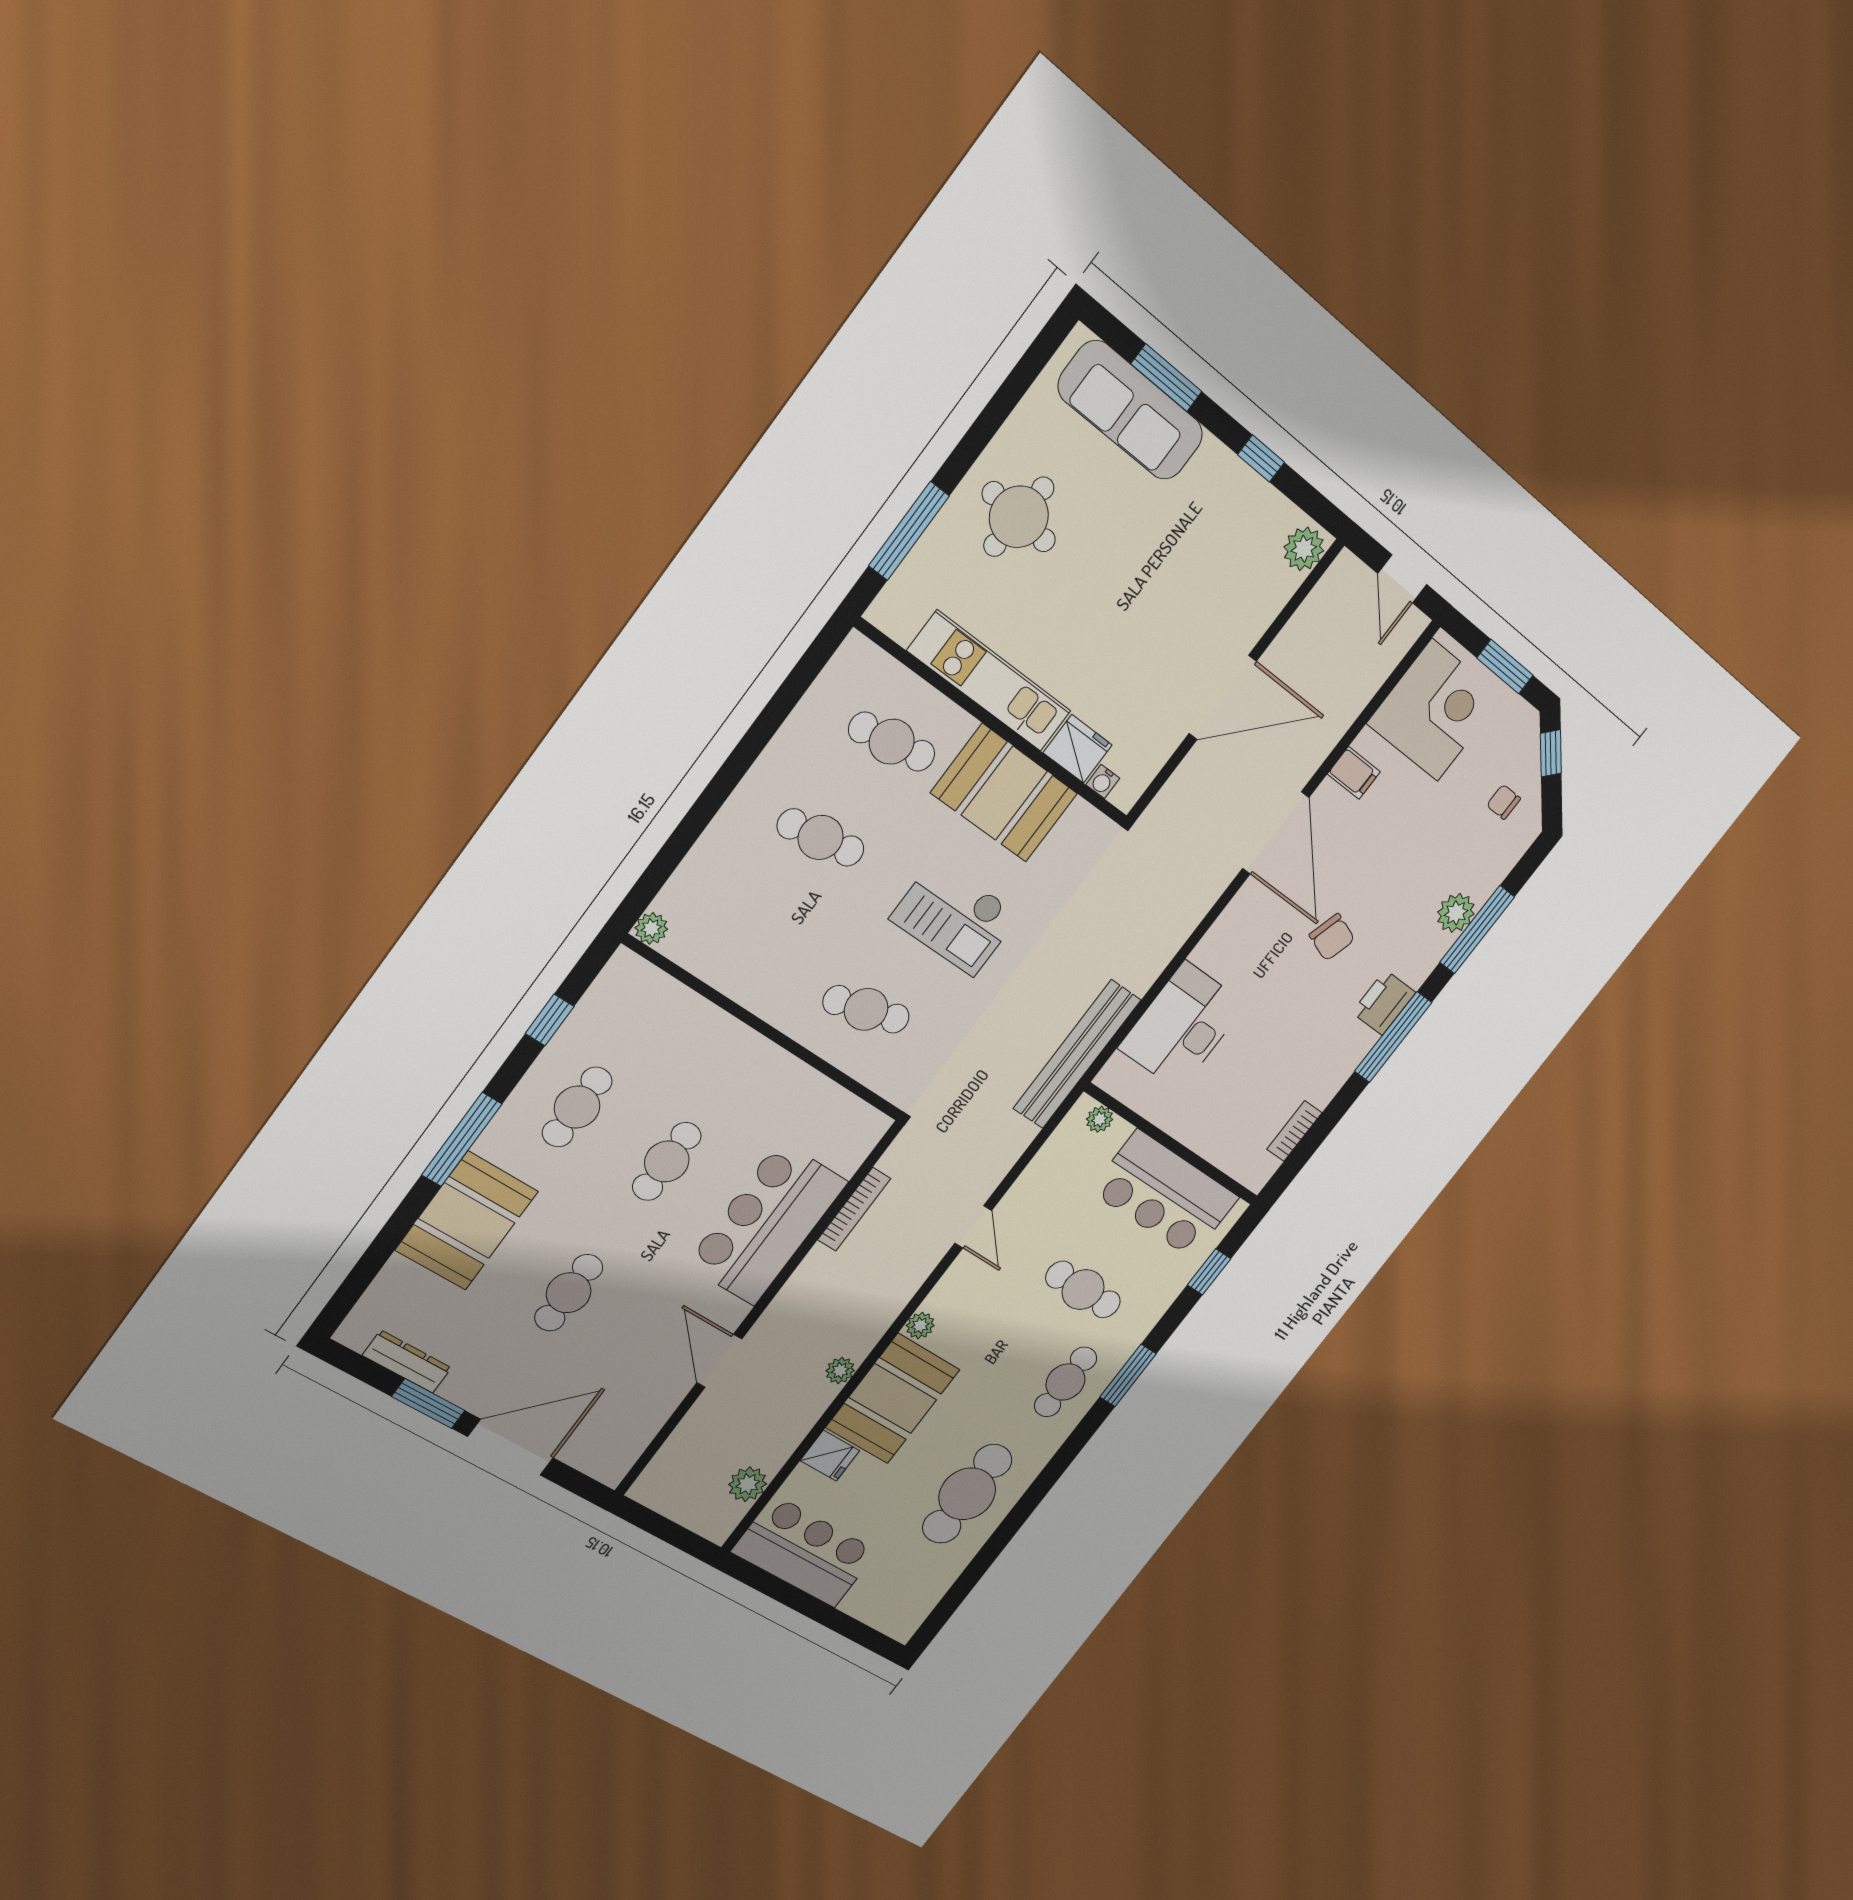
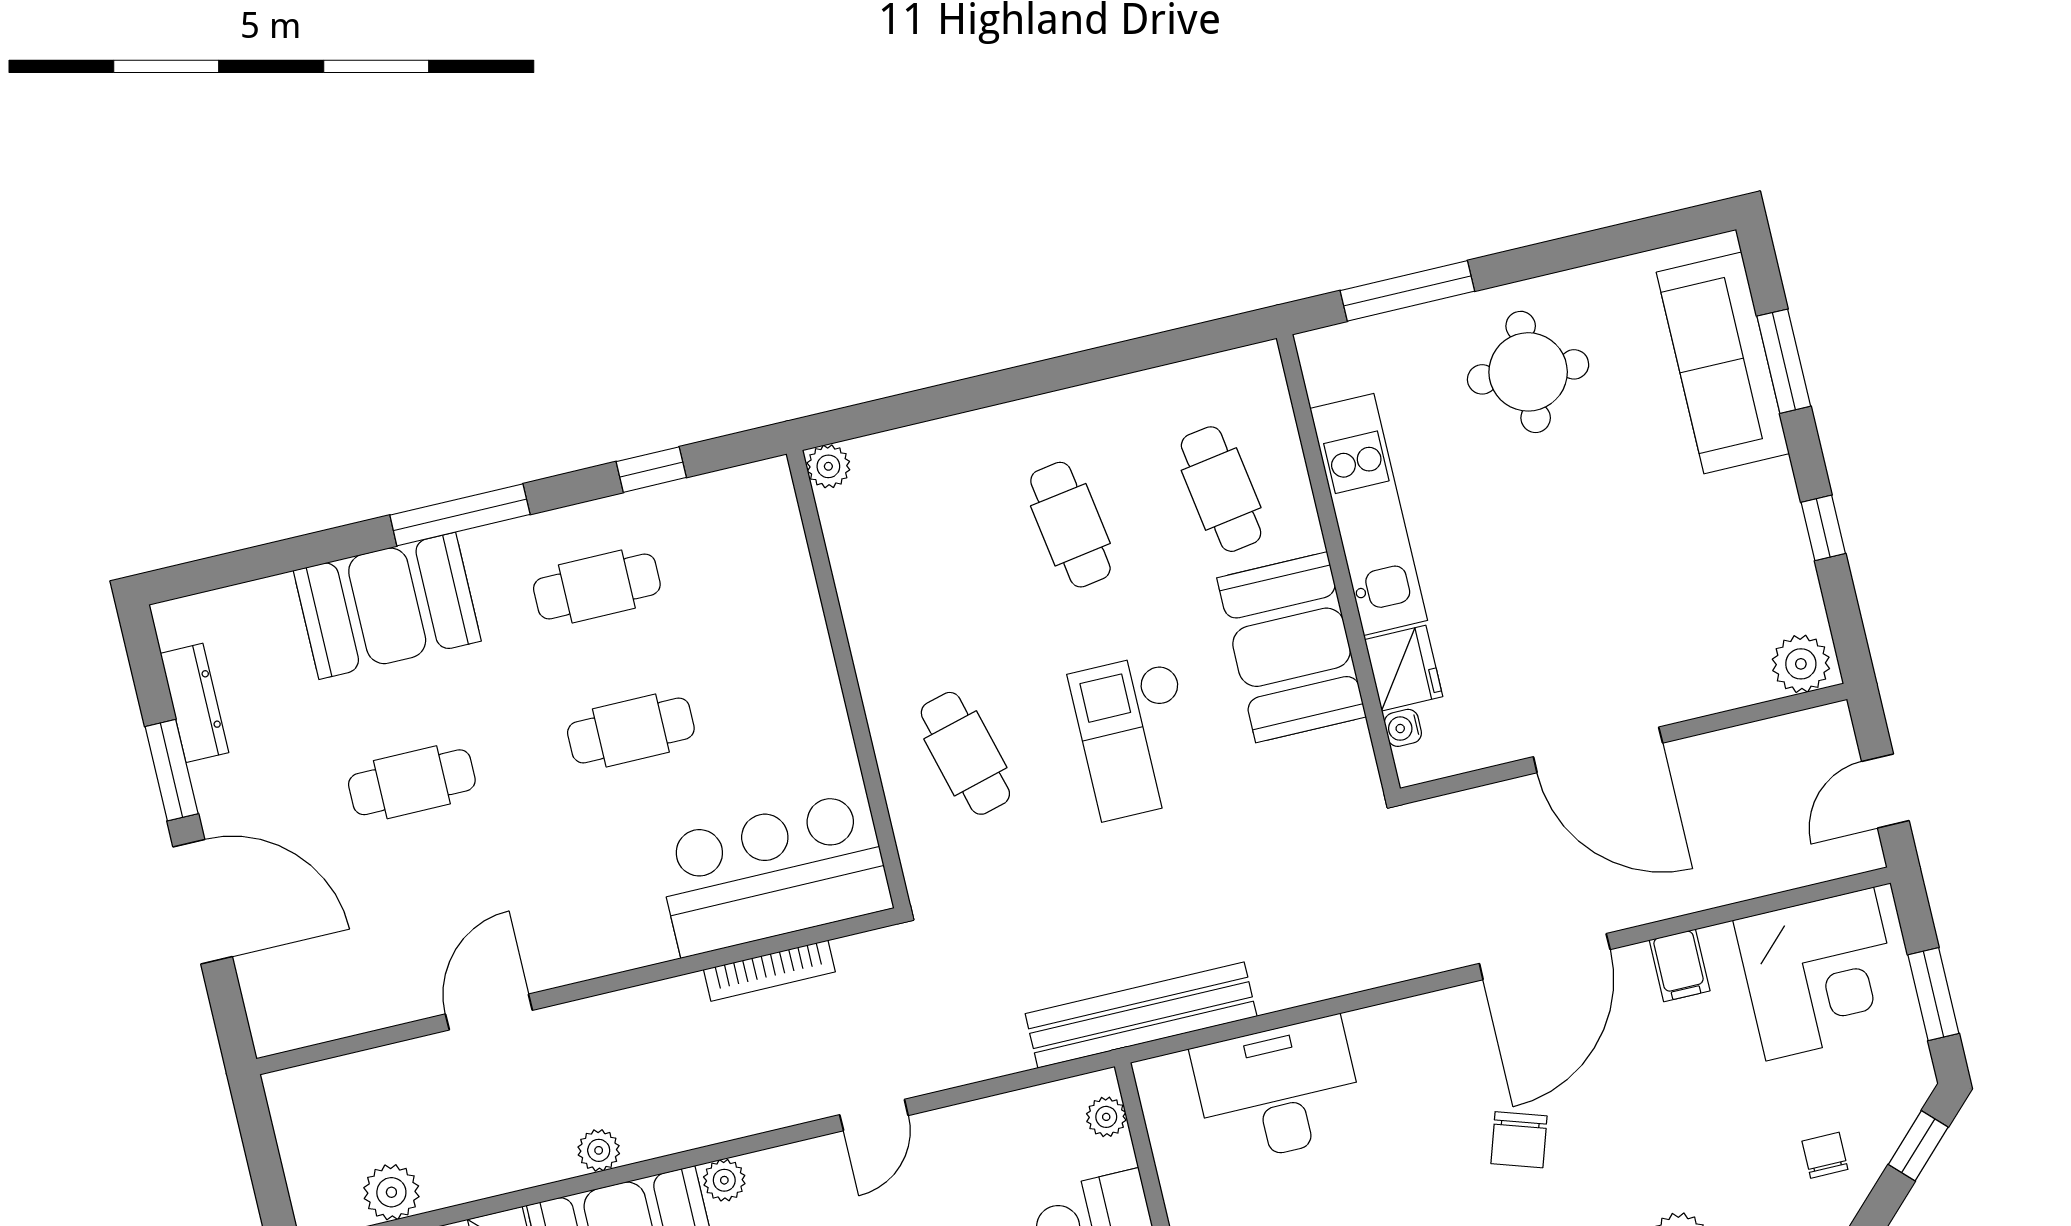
bar counter: (767, 1223) -> (773, 874), moved

